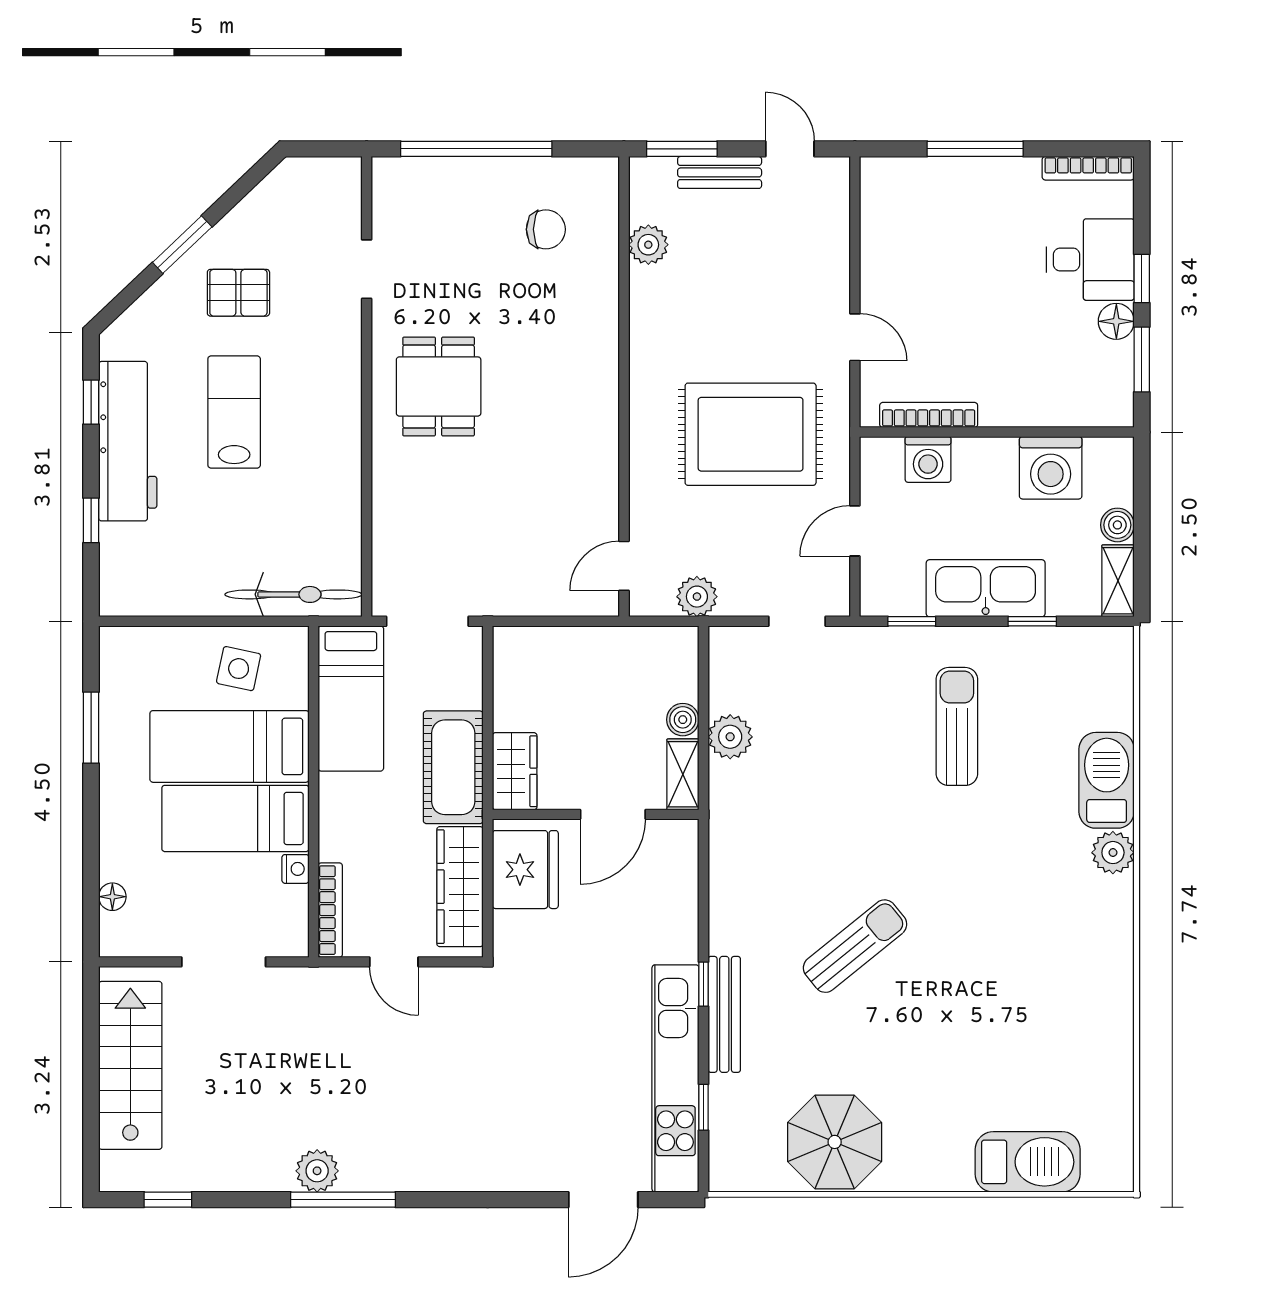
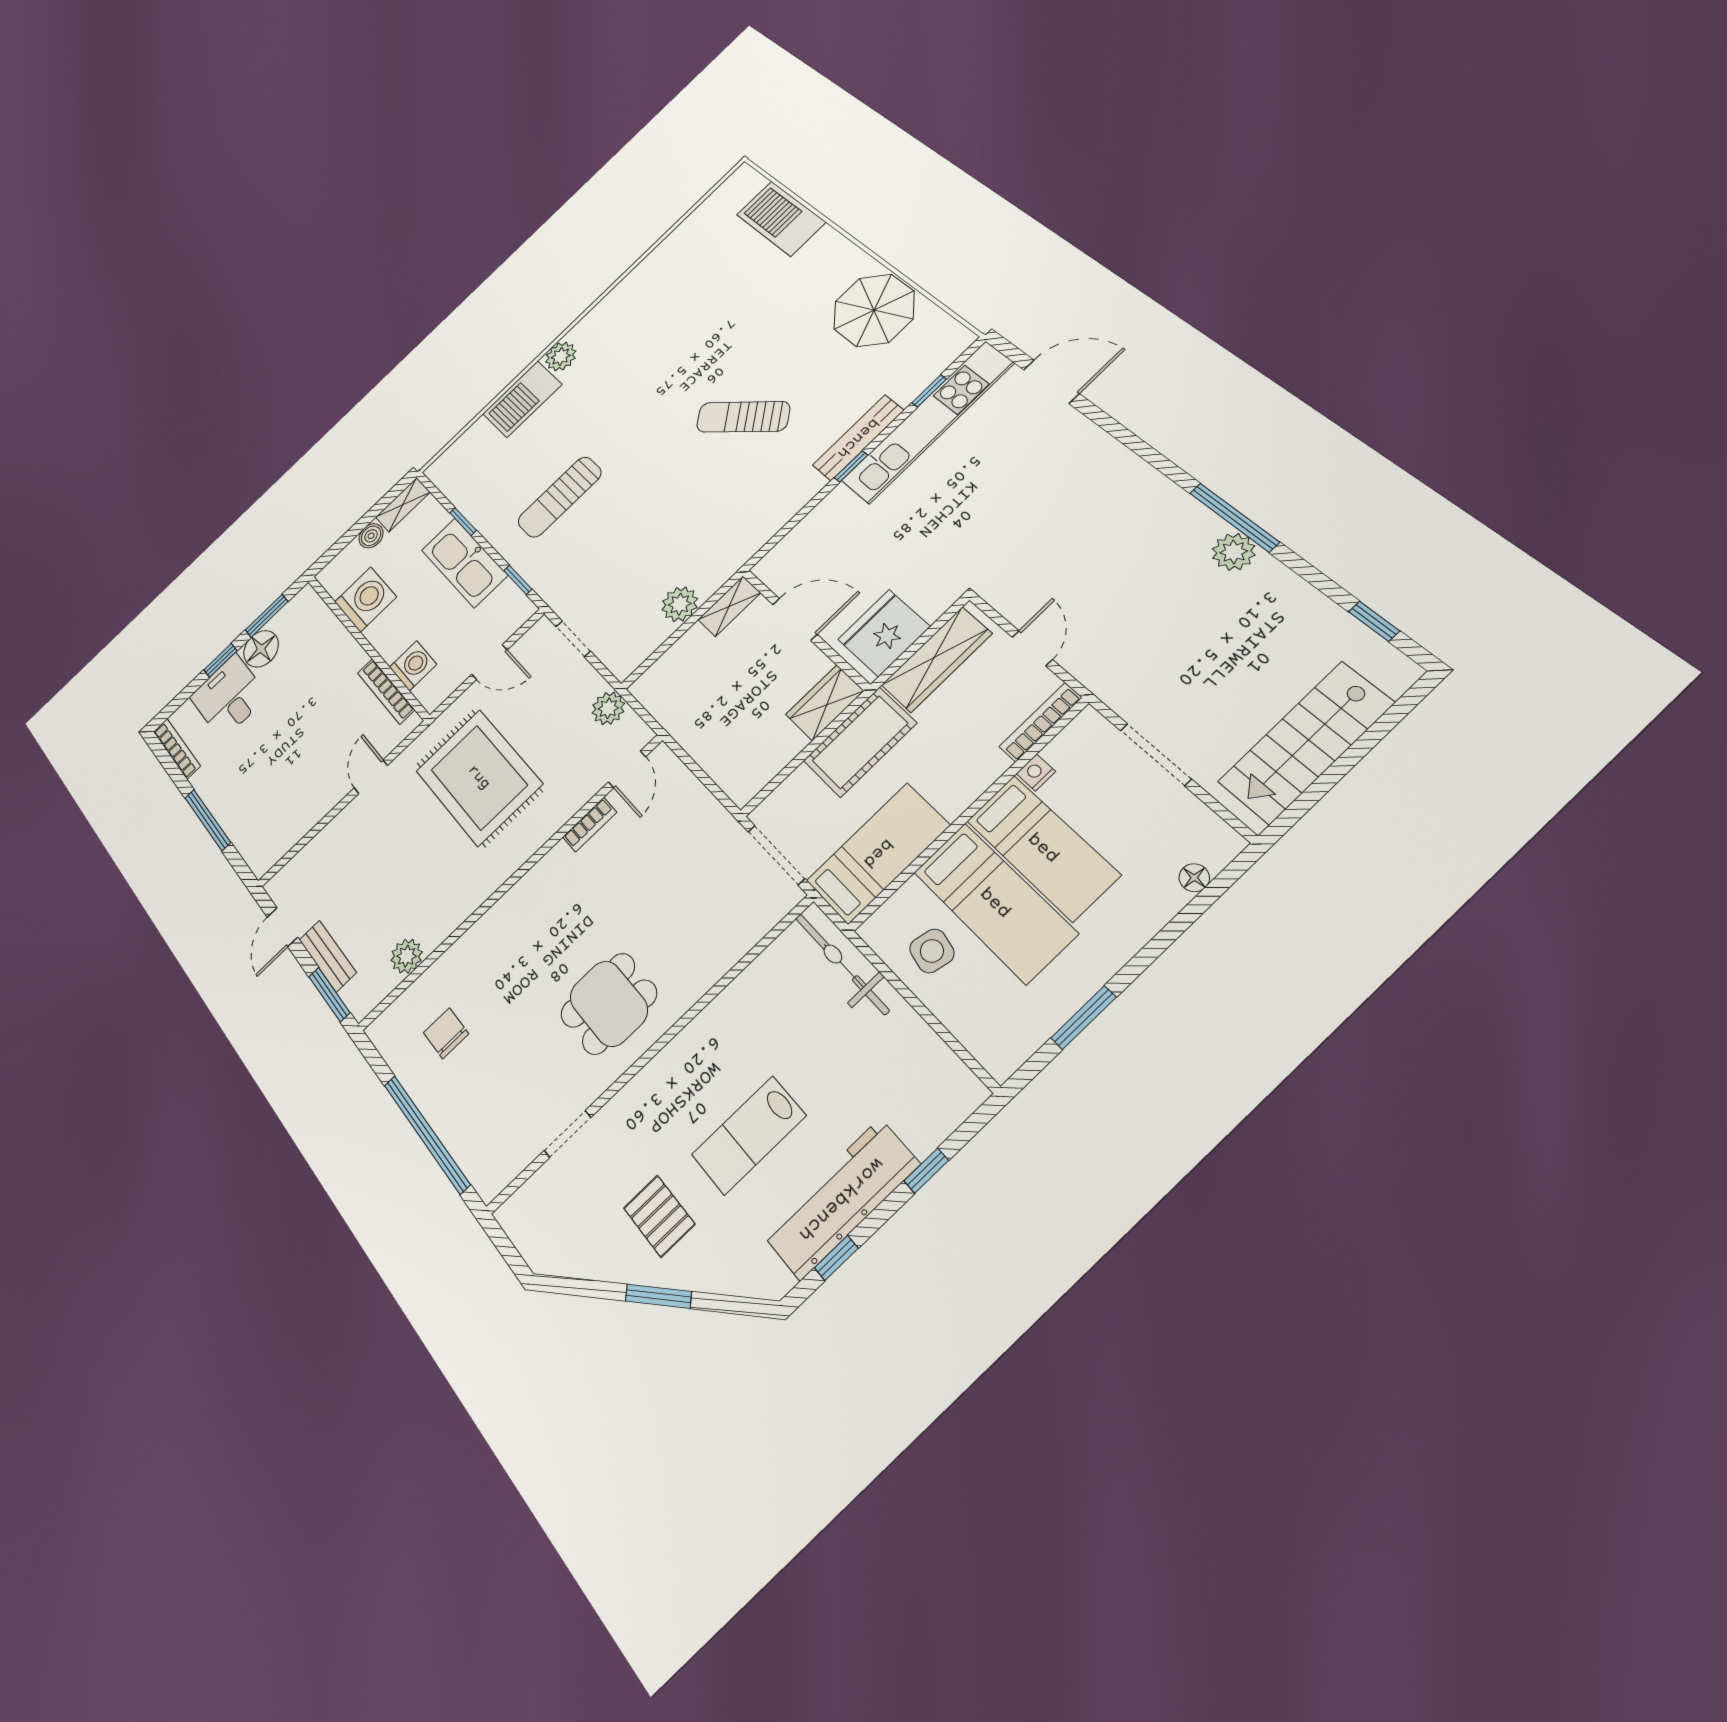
floor lamp: (1116, 321) -> (261, 649), width x1.38, depth x1.38
bookcase: (607, 495) -> (590, 825), added
door: (624, 566) -> (627, 769), hinge flipped
boiler: (683, 720) -> (694, 640), removed

